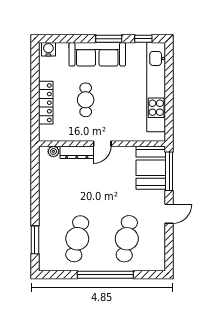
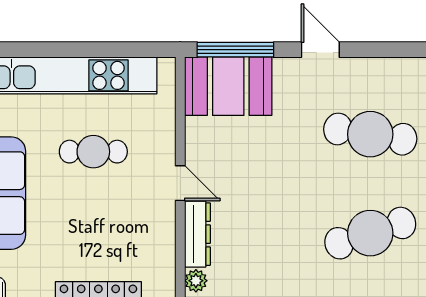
cafe table: (86, 100) -> (93, 152), moved
cafe table: (77, 239) -> (370, 233), turned -30

